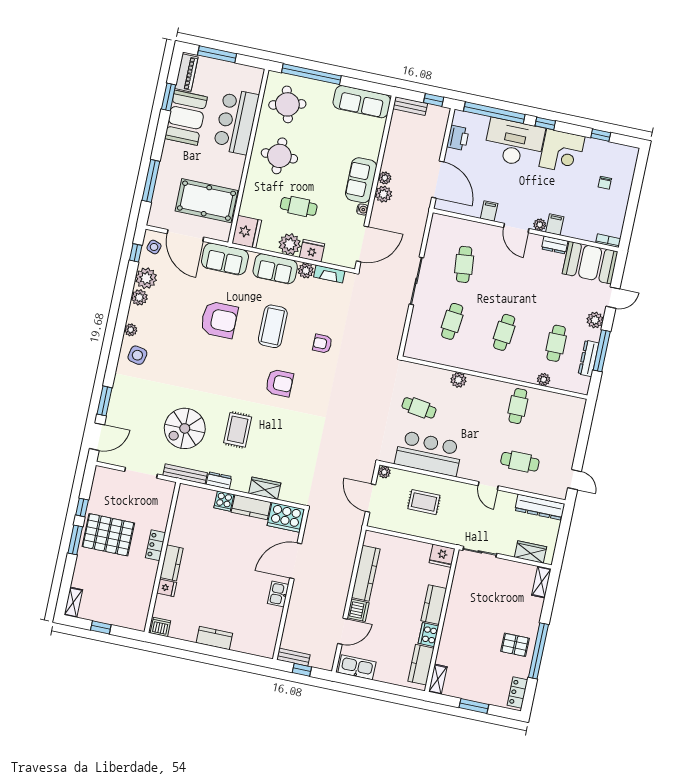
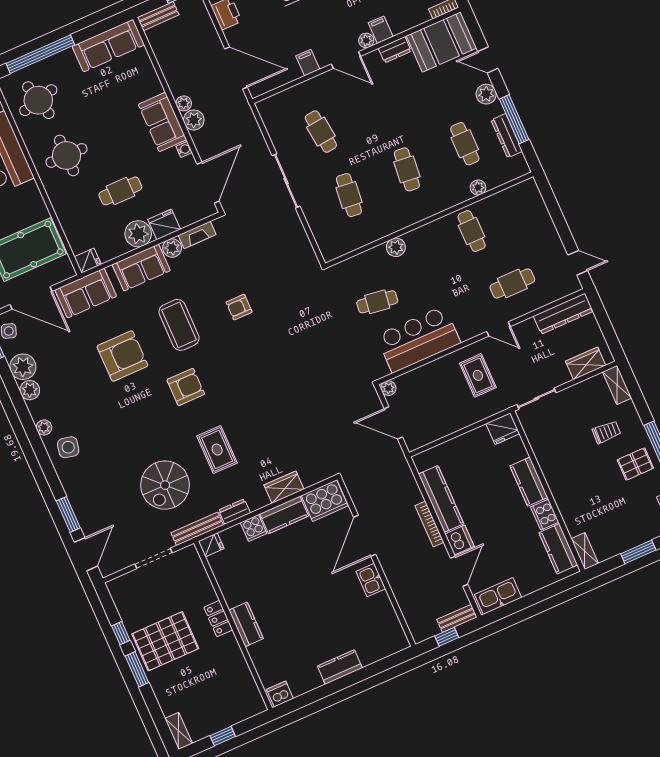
fridge: (247, 232) -> (88, 261), width x0.53, depth x0.75
door: (613, 298) -> (488, 60), swing flipped
armchair: (279, 383) -> (186, 387), moved
rug: (424, 502) -> (478, 375), moved, turned 90
bookcase: (345, 585) -> (429, 524), added
fridge: (167, 588) -> (211, 545), moved
trolley: (511, 609) -> (606, 432), added
bench: (293, 657) -> (457, 618), moved

